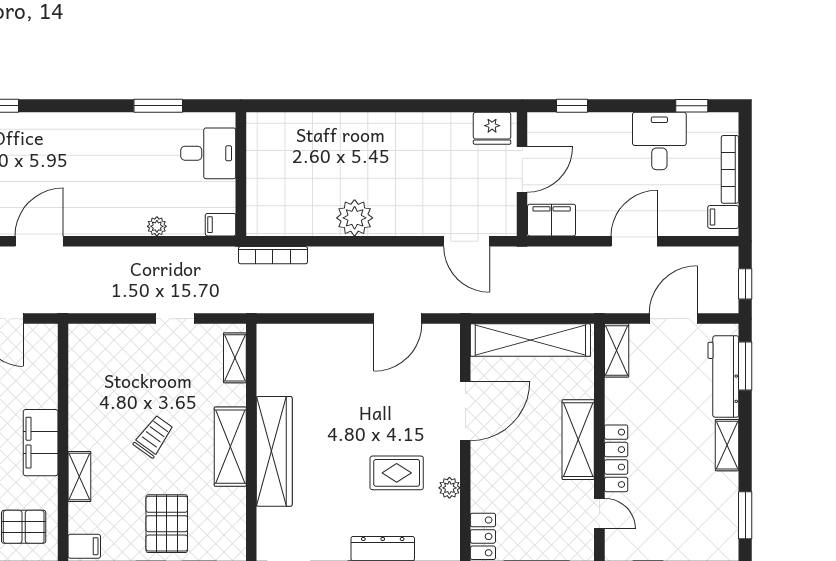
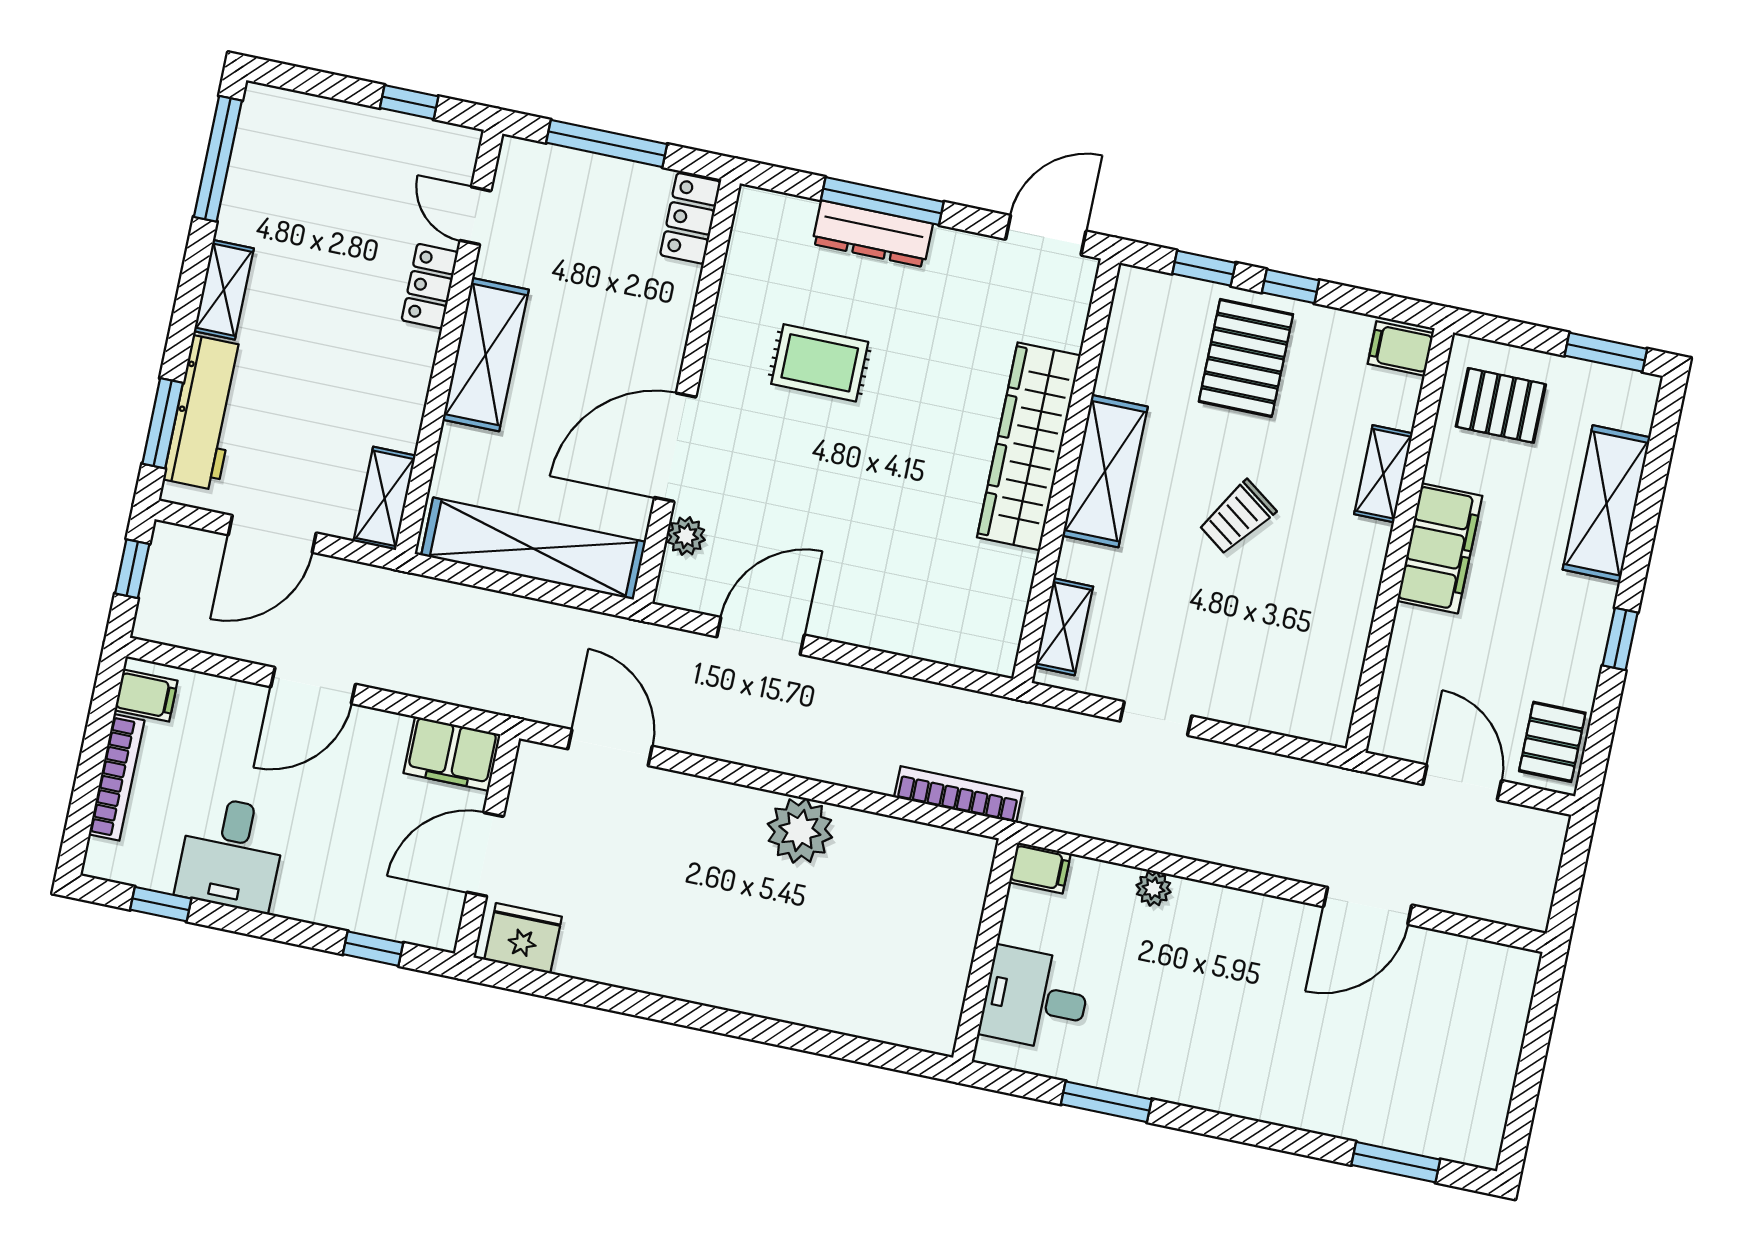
locker: (616, 458) -> (430, 286), width x0.66
plant: (449, 488) -> (686, 536), moved
window: (745, 515) -> (218, 159), width x1.44

